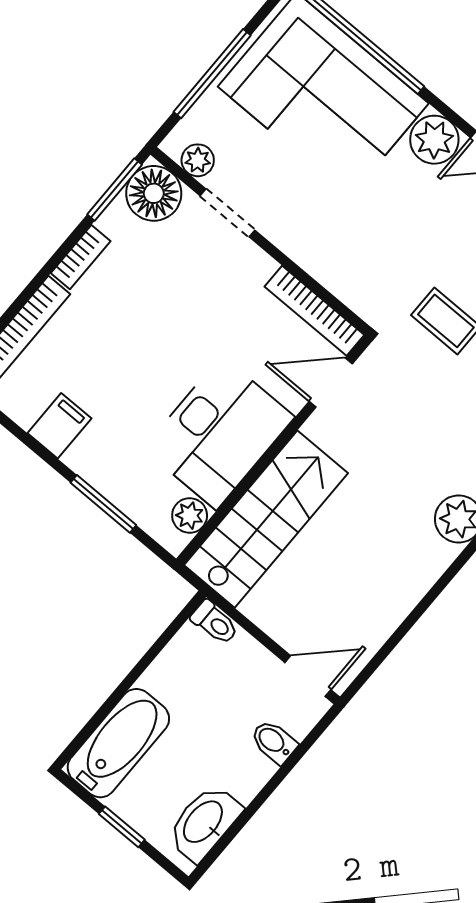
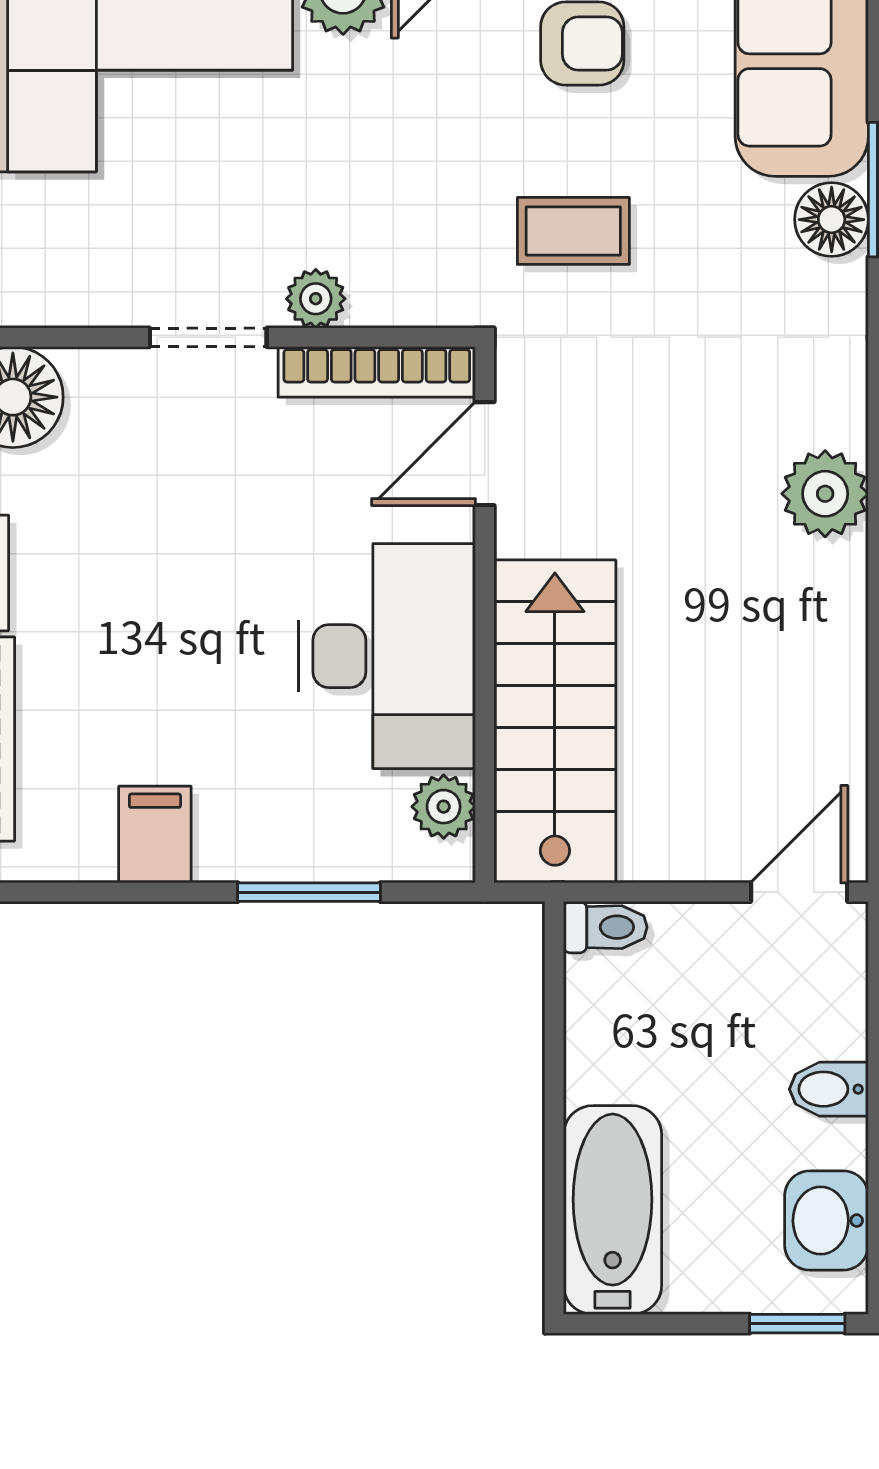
plant: (198, 160) -> (316, 299), moved
doorway: (227, 213) -> (208, 337), moved
bidet: (274, 742) -> (829, 1089), moved
washbasin: (204, 823) -> (826, 1221), width x0.72
window: (122, 827) -> (797, 1324), moved

